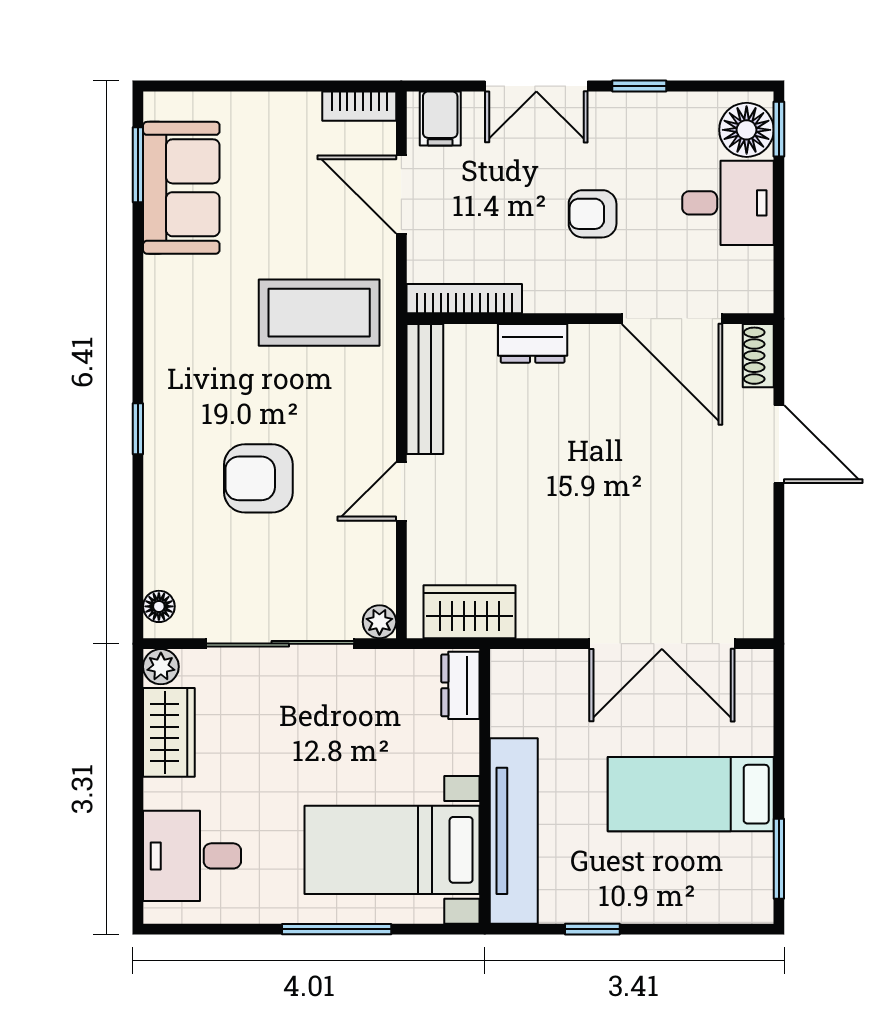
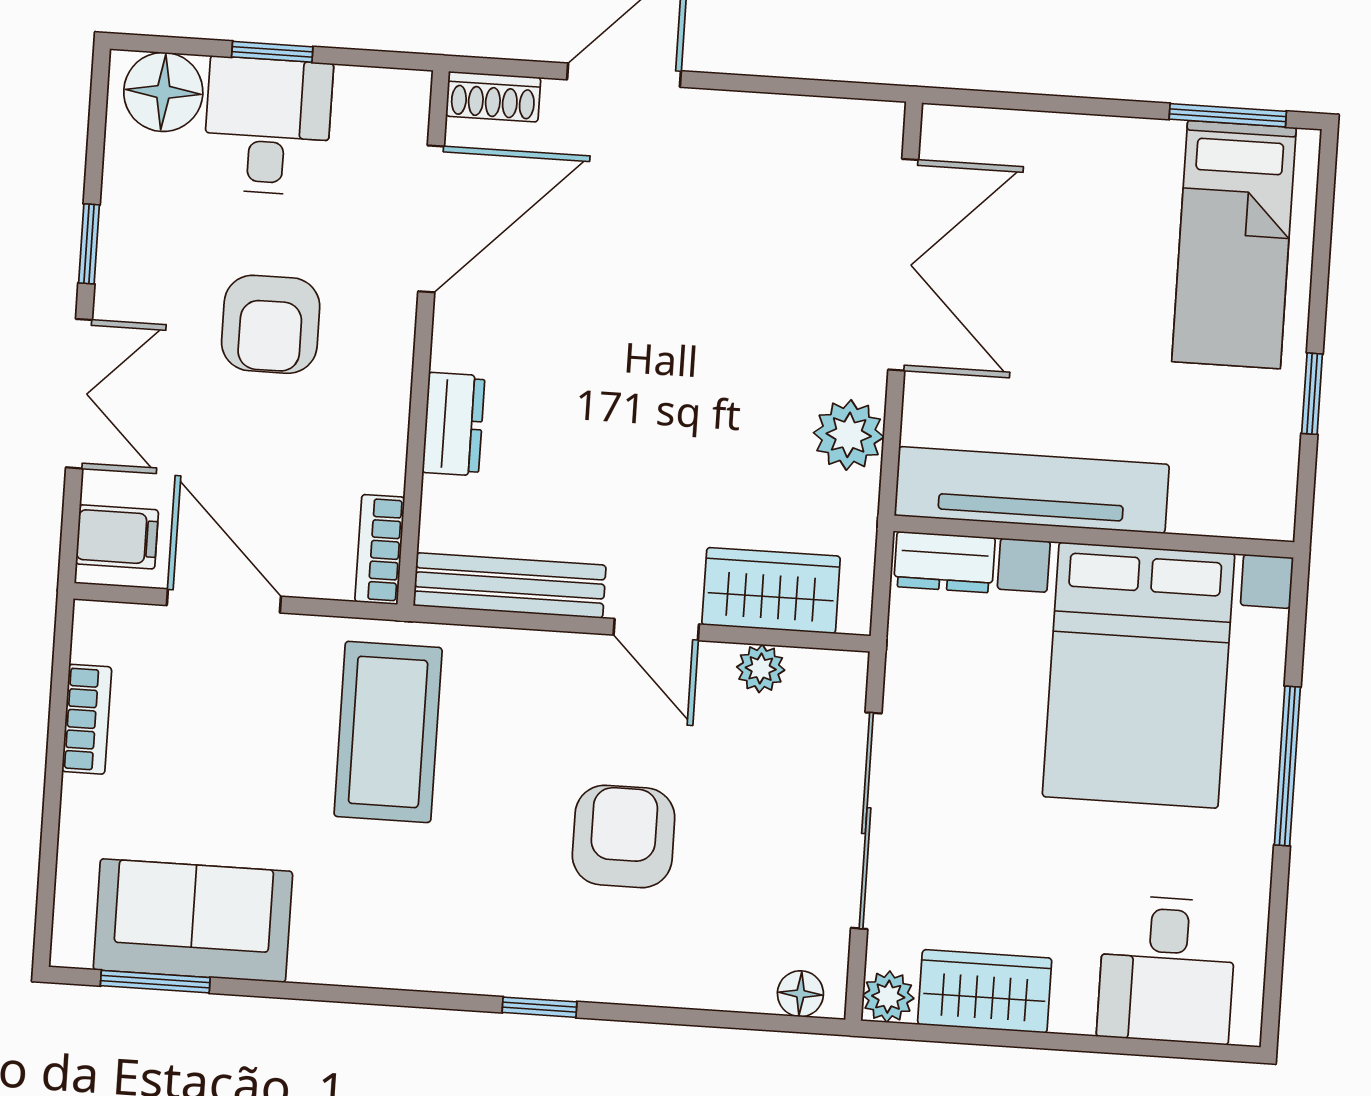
bookcase: (359, 106) -> (87, 719), moved
window: (779, 129) -> (272, 52), moved
door: (401, 194) -> (224, 601), swing flipped
armchair: (593, 214) -> (271, 324), width x1.38, depth x1.38
bookcase: (464, 299) -> (380, 550), width x0.64
armchair: (258, 478) -> (624, 836), turned 180
wardrobe: (469, 612) -> (771, 591), moved, turned 90
plant: (543, 614) -> (849, 435), added
plant: (379, 622) -> (761, 668), moved
bed: (691, 794) -> (1234, 245), moved
tv unit: (514, 831) -> (1032, 490), moved
bed with nightstands: (392, 850) -> (1139, 675), width x1.36

